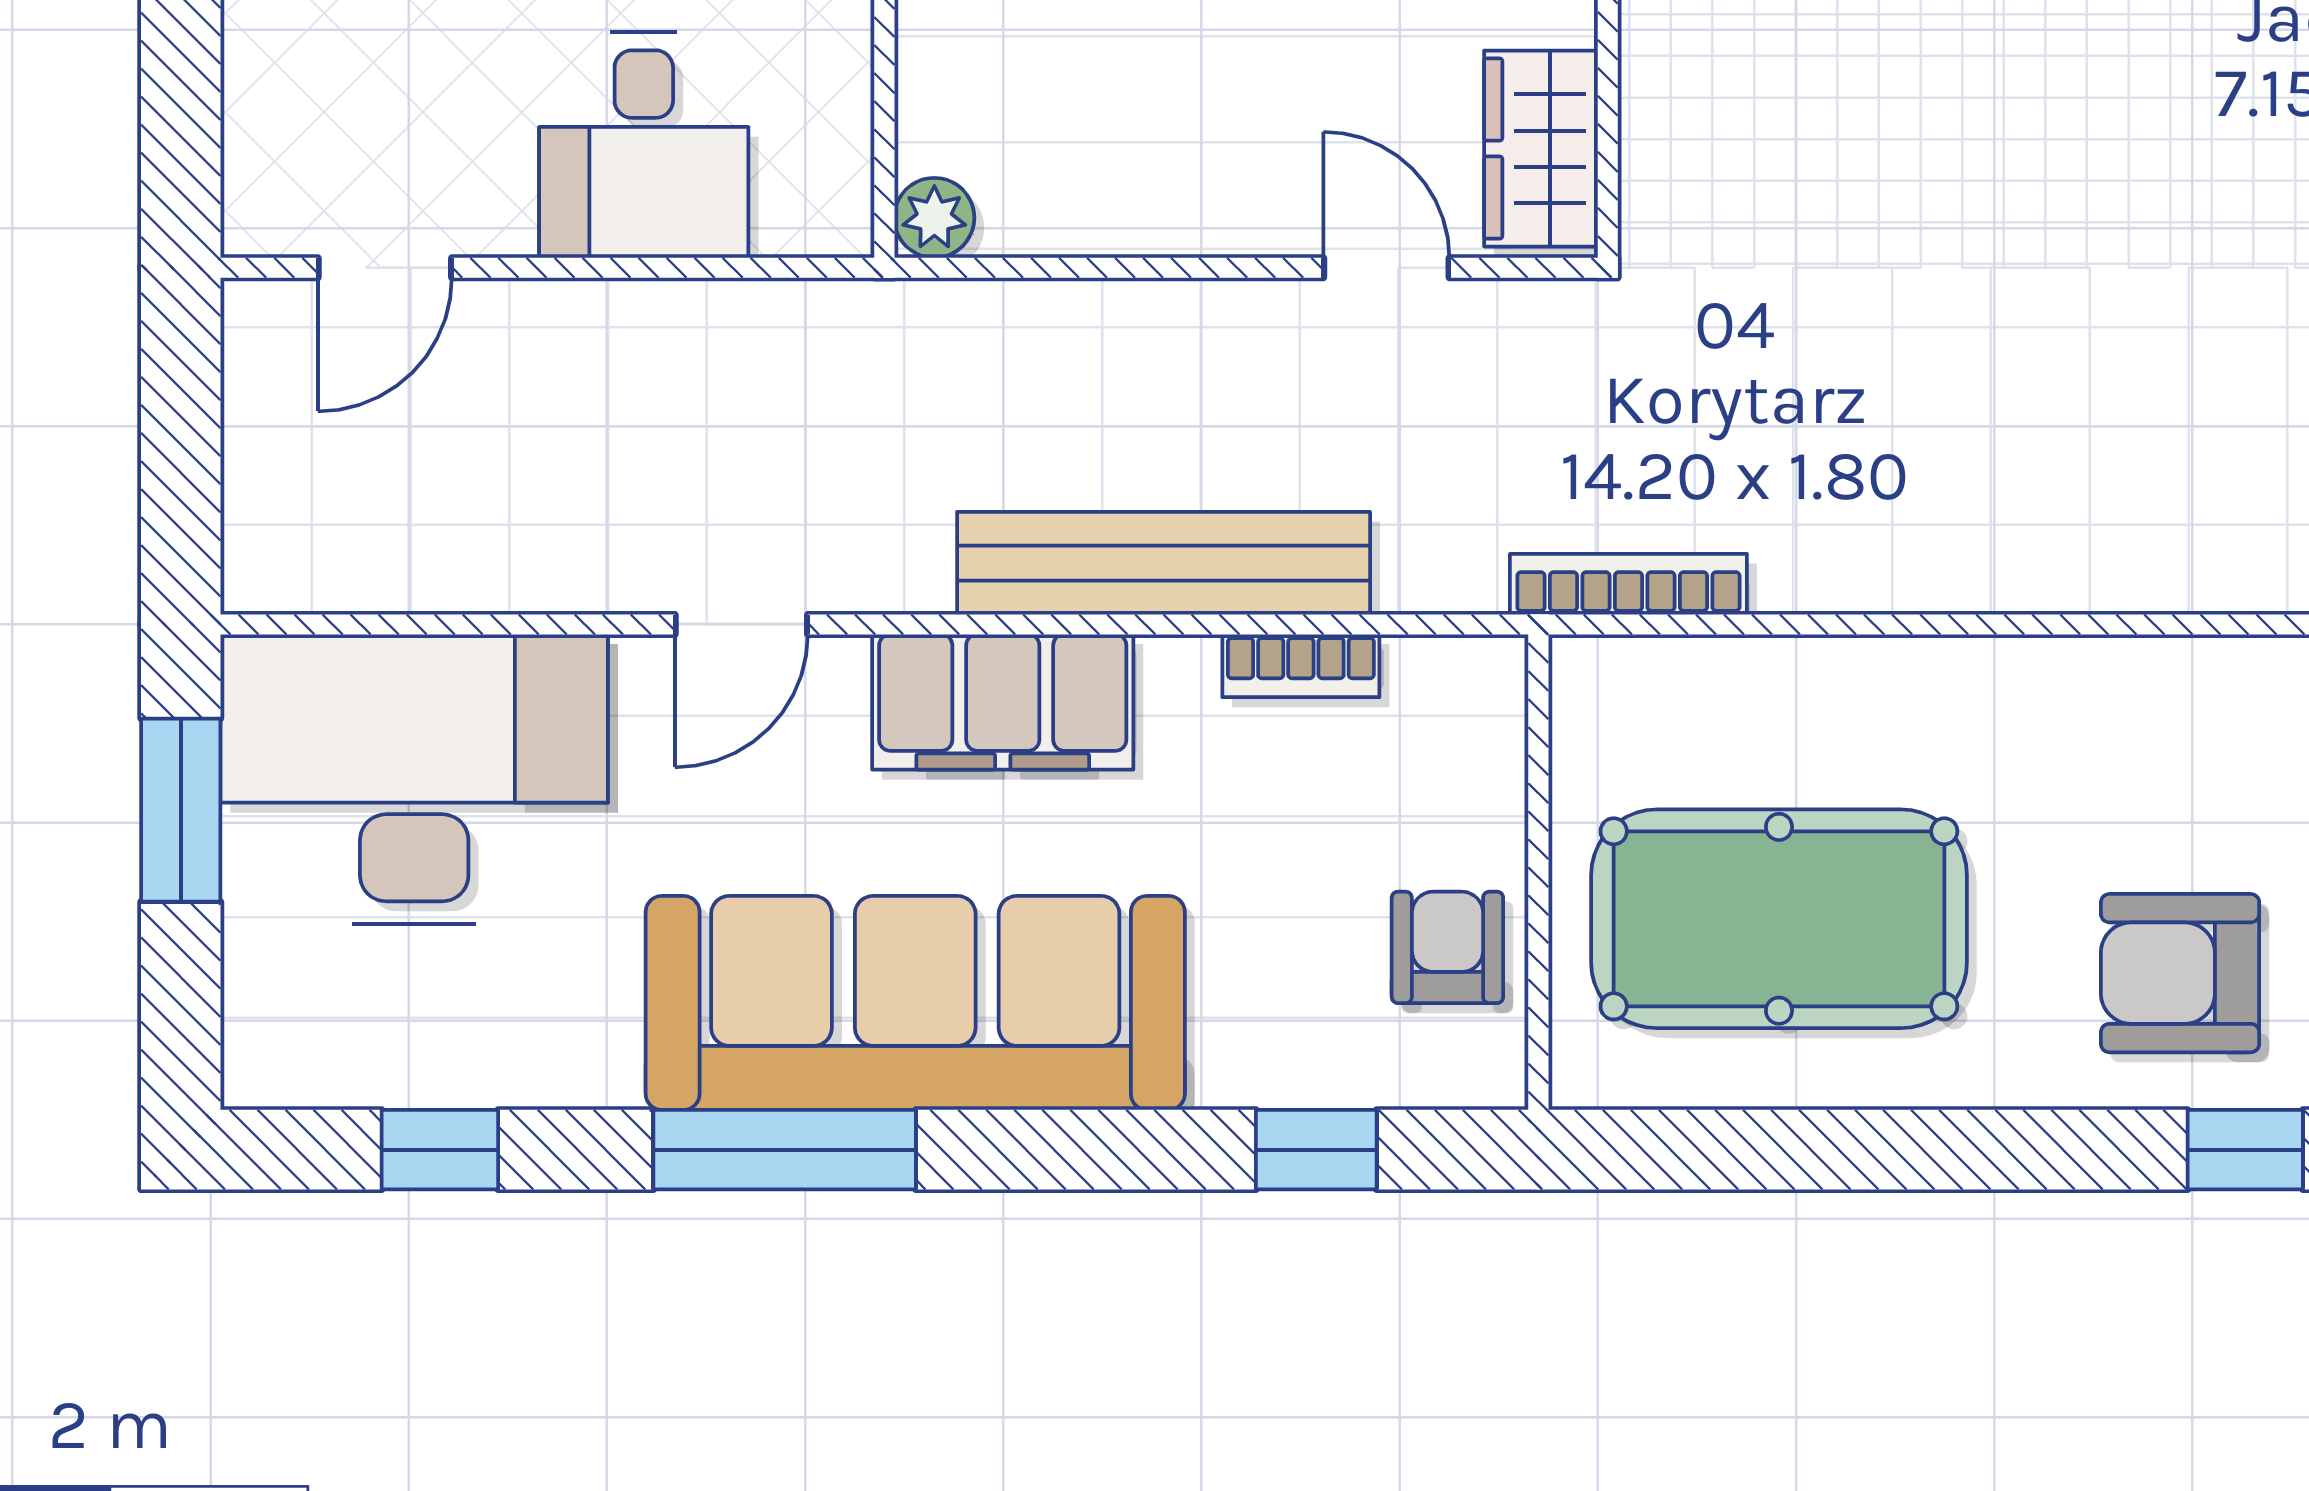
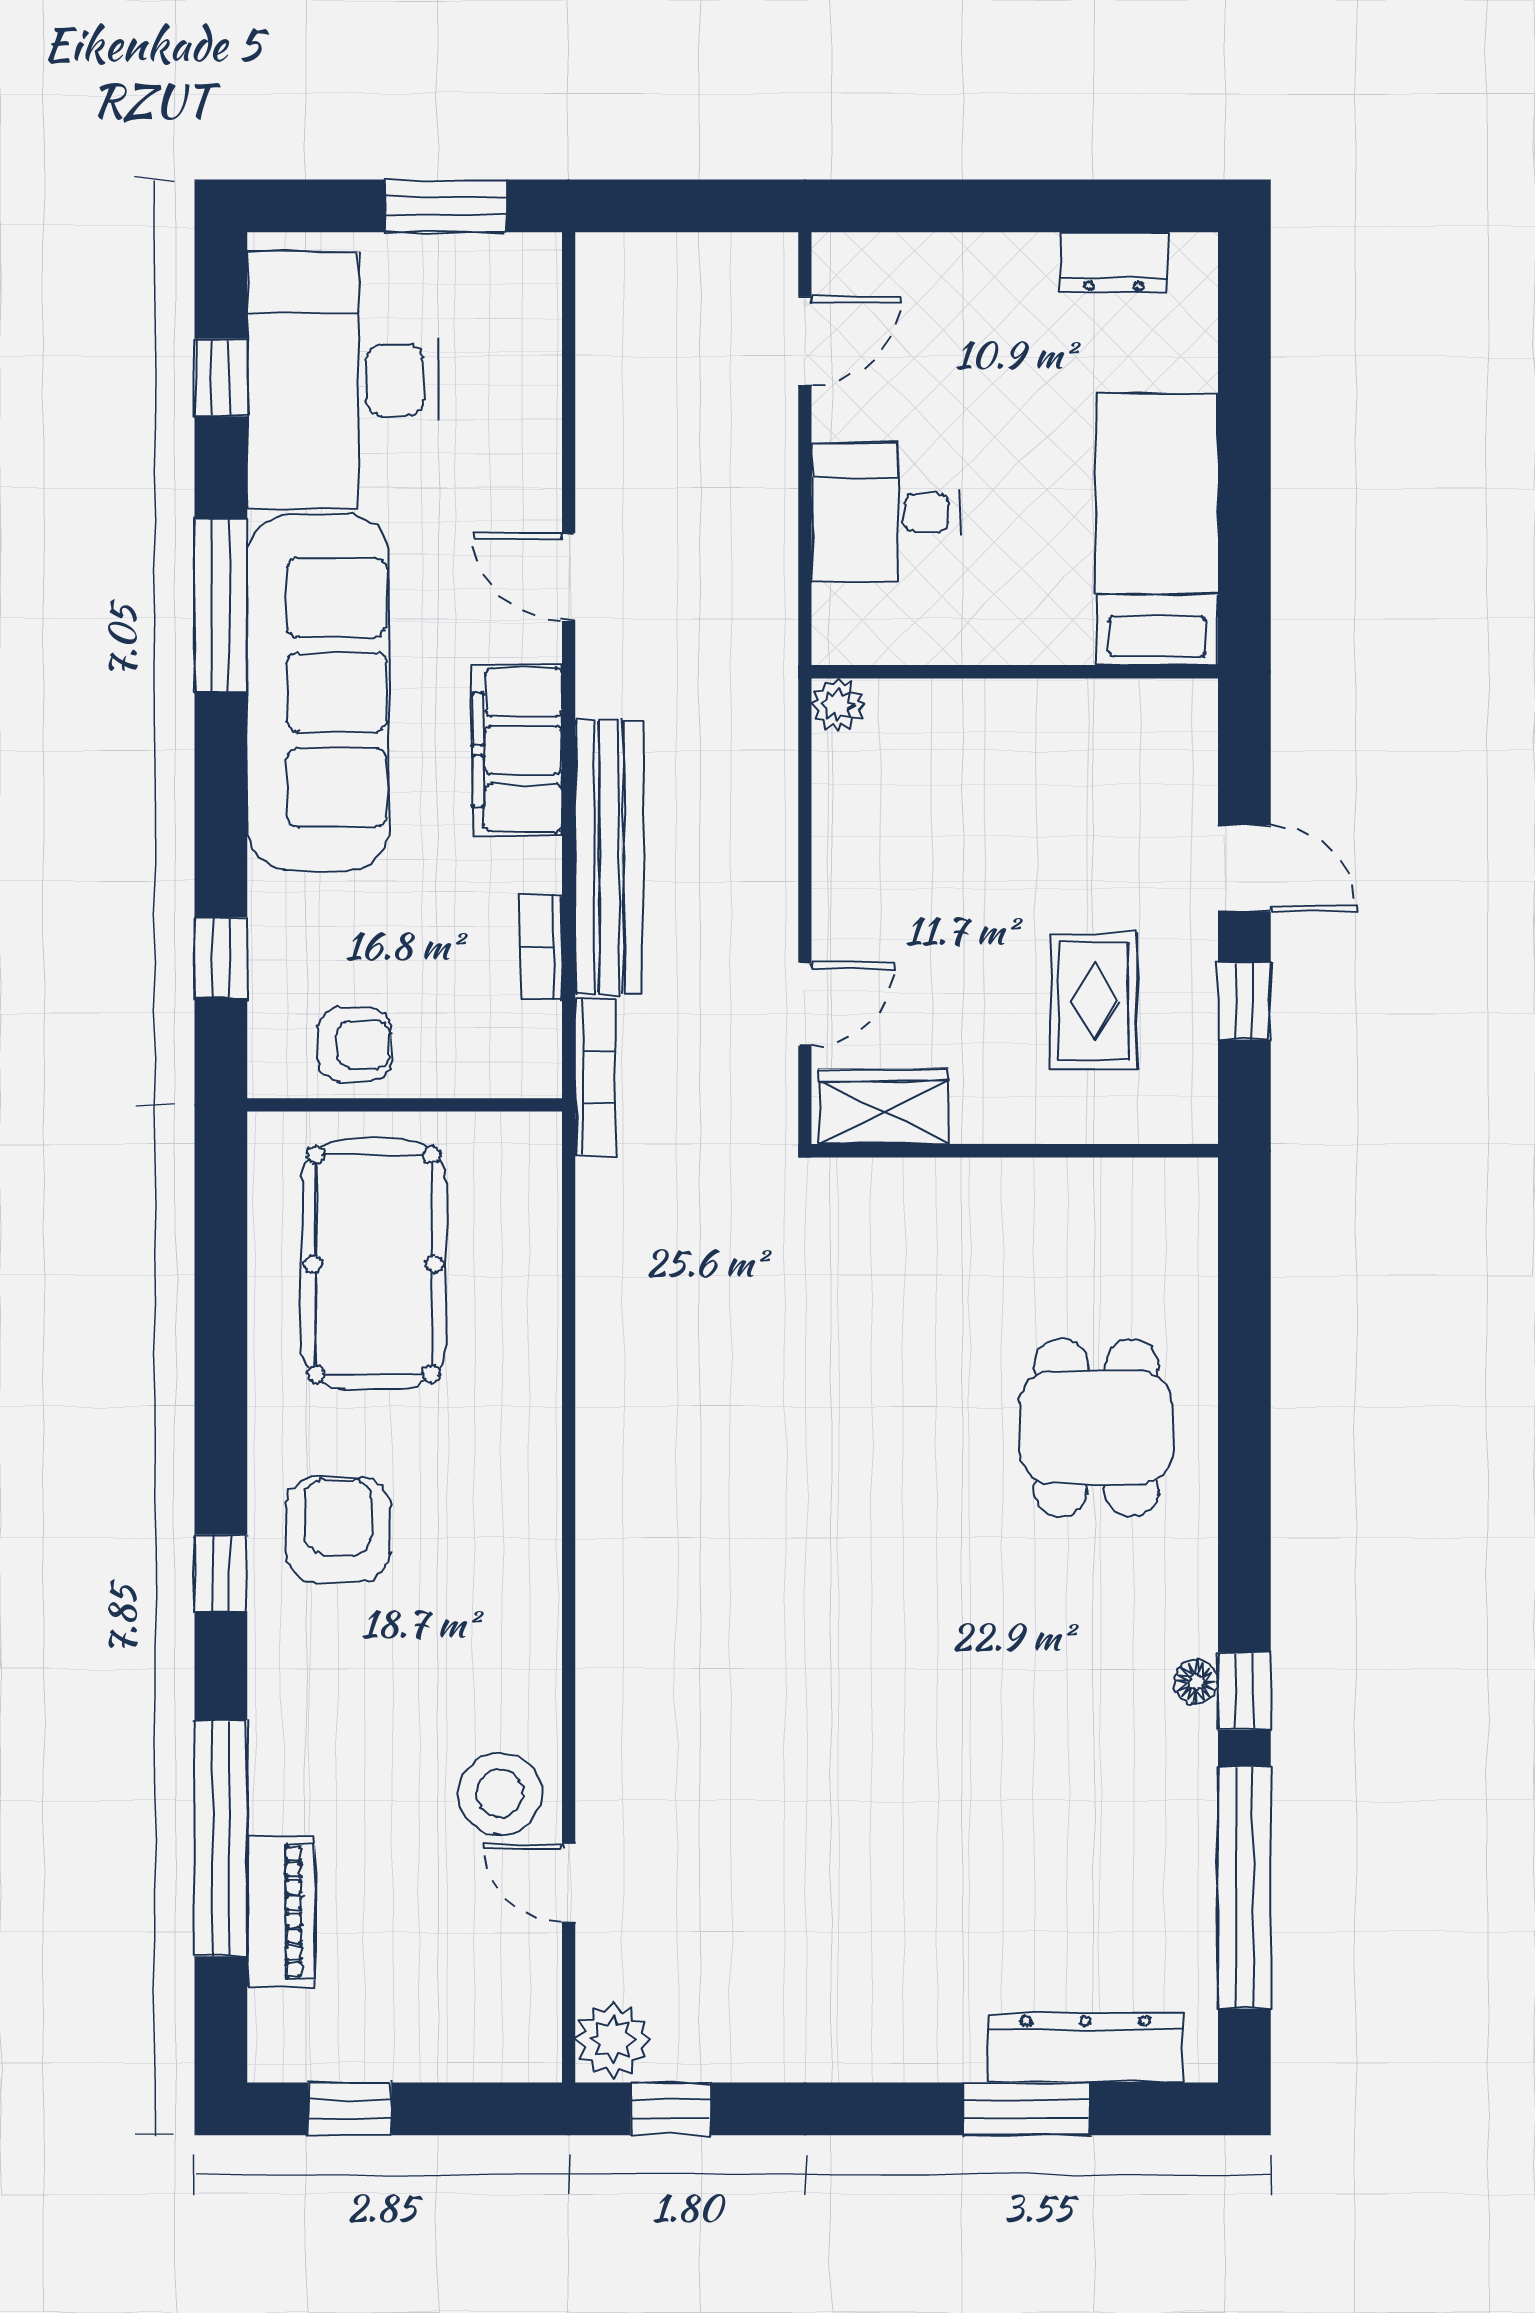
door: (385, 268) -> (805, 341), swing flipped
bookcase: (1628, 584) -> (595, 1077), moved
desk: (414, 779) -> (343, 380), moved, turned 180

